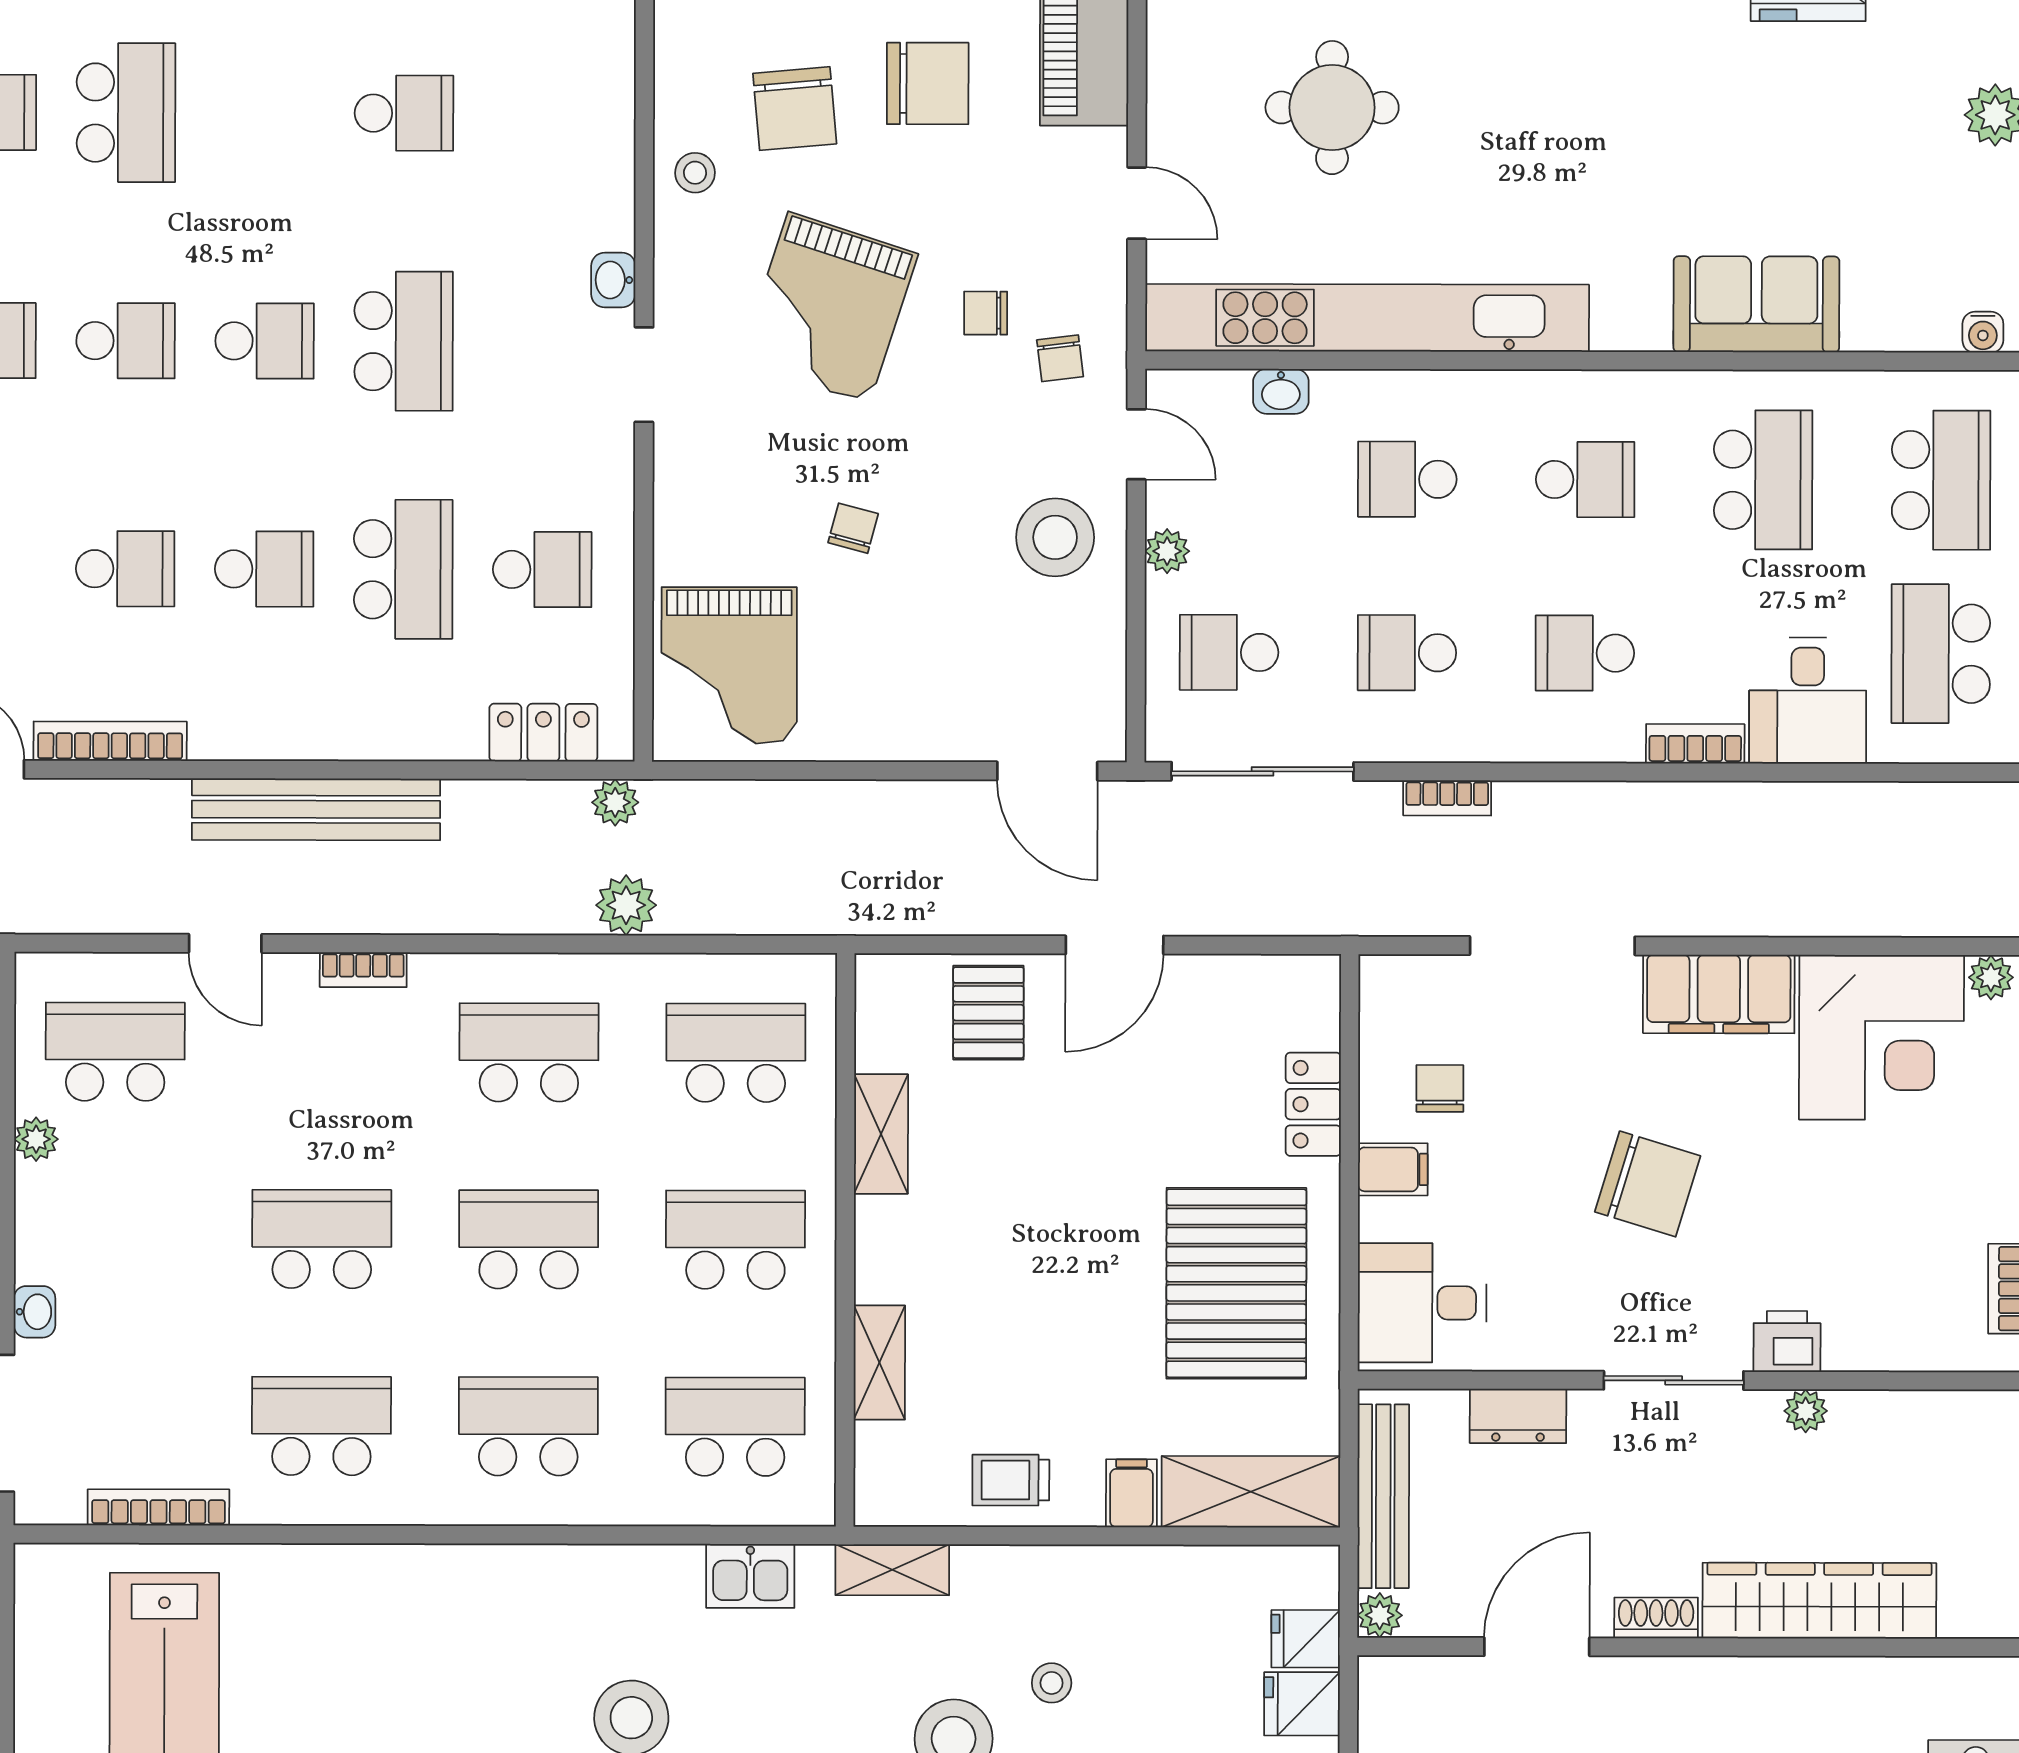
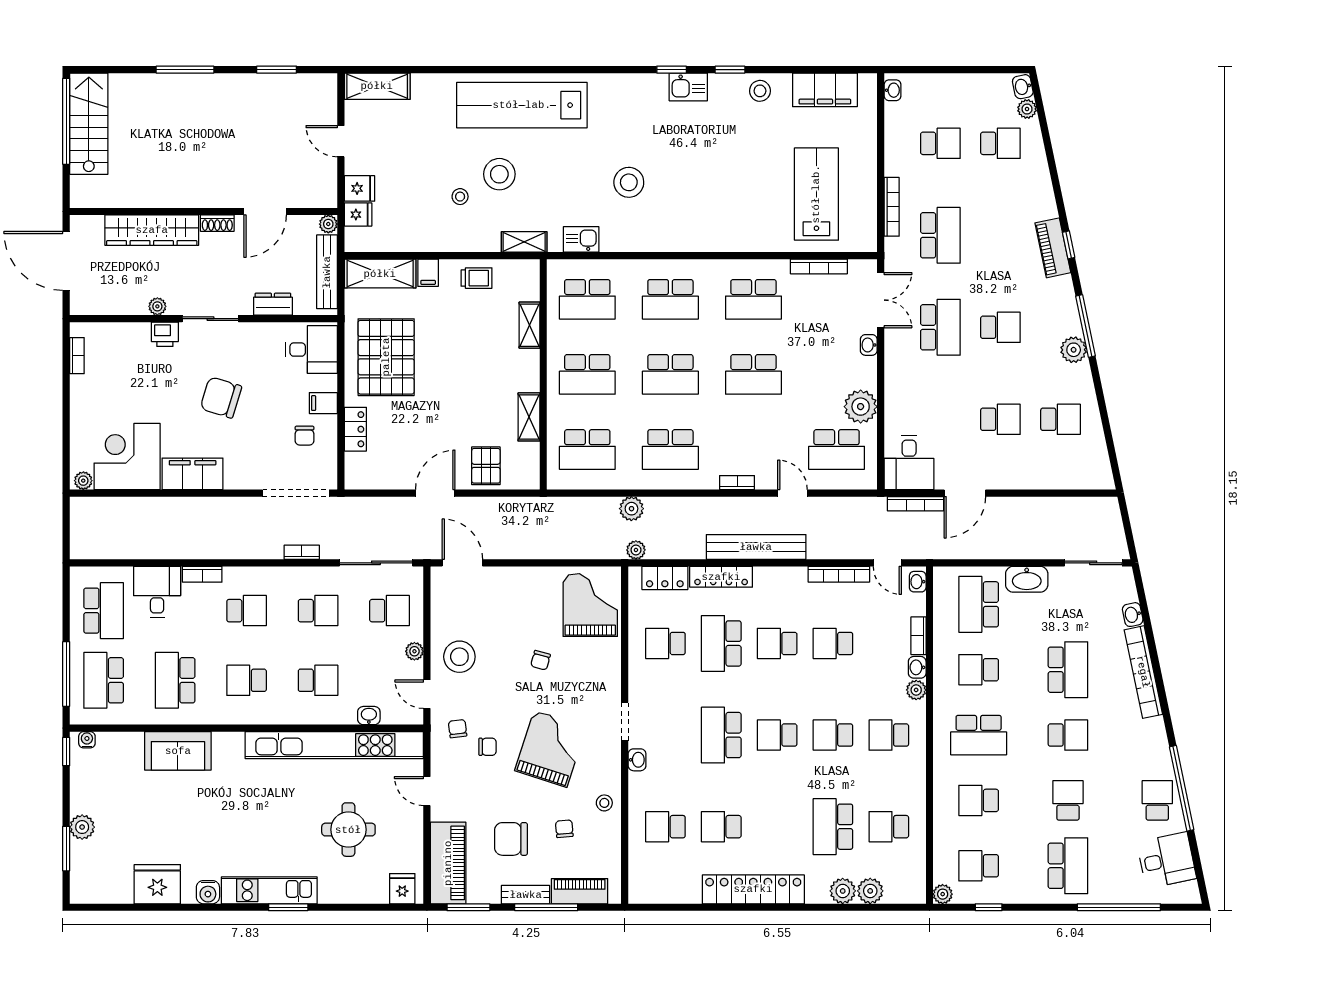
chair: (795, 109) -> (564, 829), width x0.54, depth x0.54
school desk: (543, 113) -> (665, 827), added
locker: (403, 735) -> (721, 577), added
doorway: (1552, 946) -> (296, 493), moved
plant: (36, 1139) -> (861, 407), width x1.88, depth x1.88

